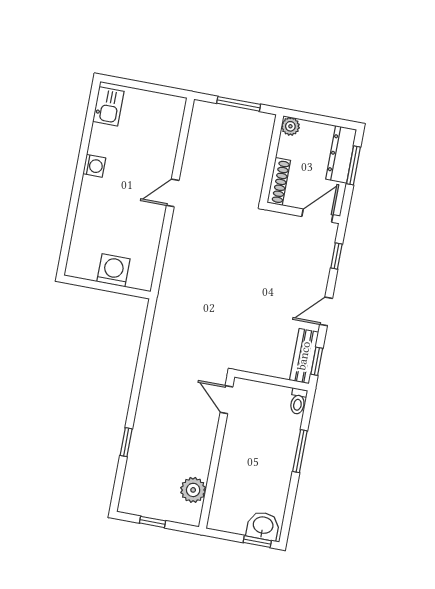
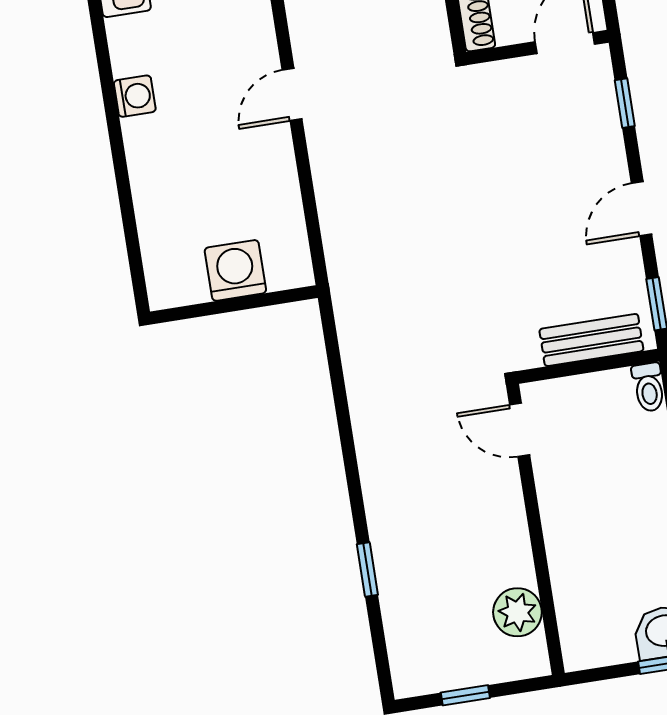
bench: (304, 356) -> (591, 340), moved, turned 90

